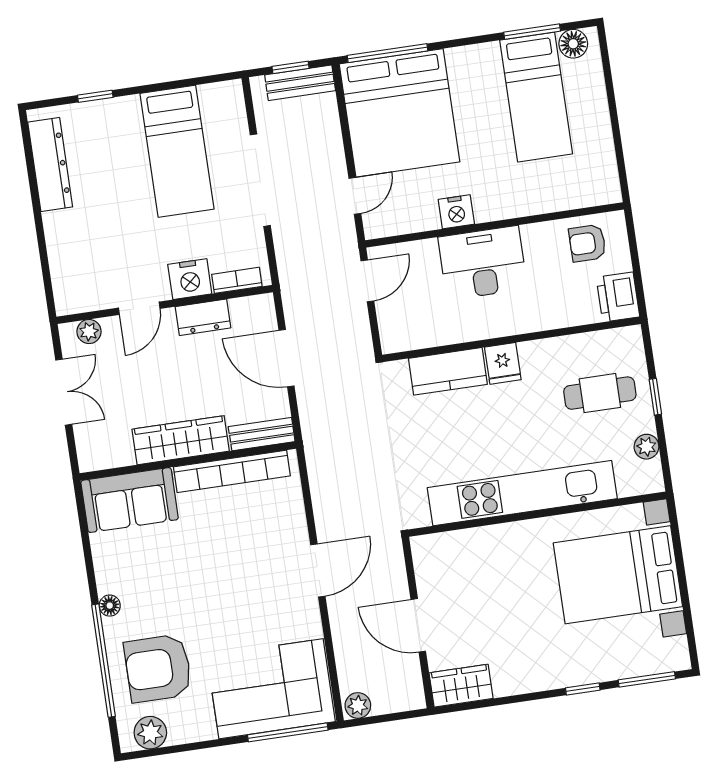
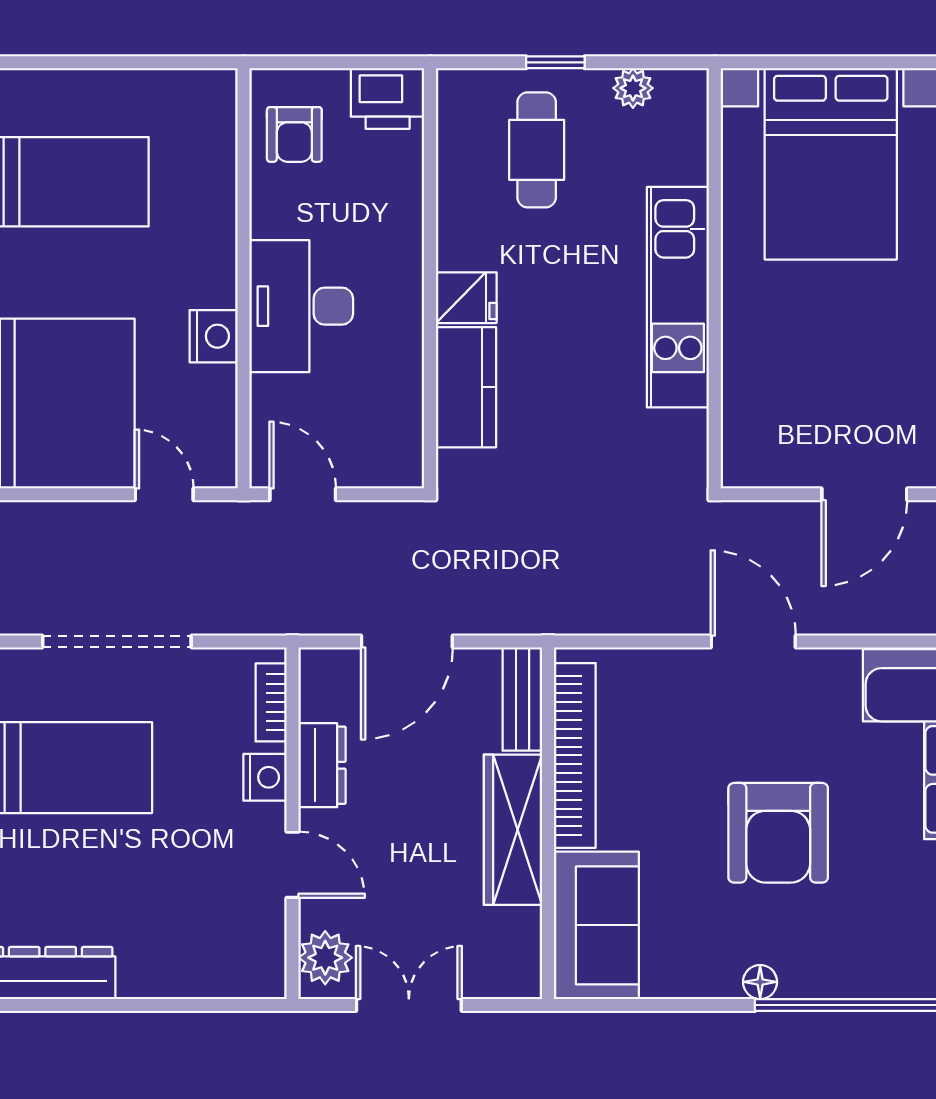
nightstand: (190, 279) -> (265, 777), width x0.74, depth x0.75
plant: (89, 332) -> (325, 958), width x1.38, depth x1.38
kitchen unit: (522, 493) -> (678, 297), width x0.73
armchair: (158, 668) -> (778, 833), moved

